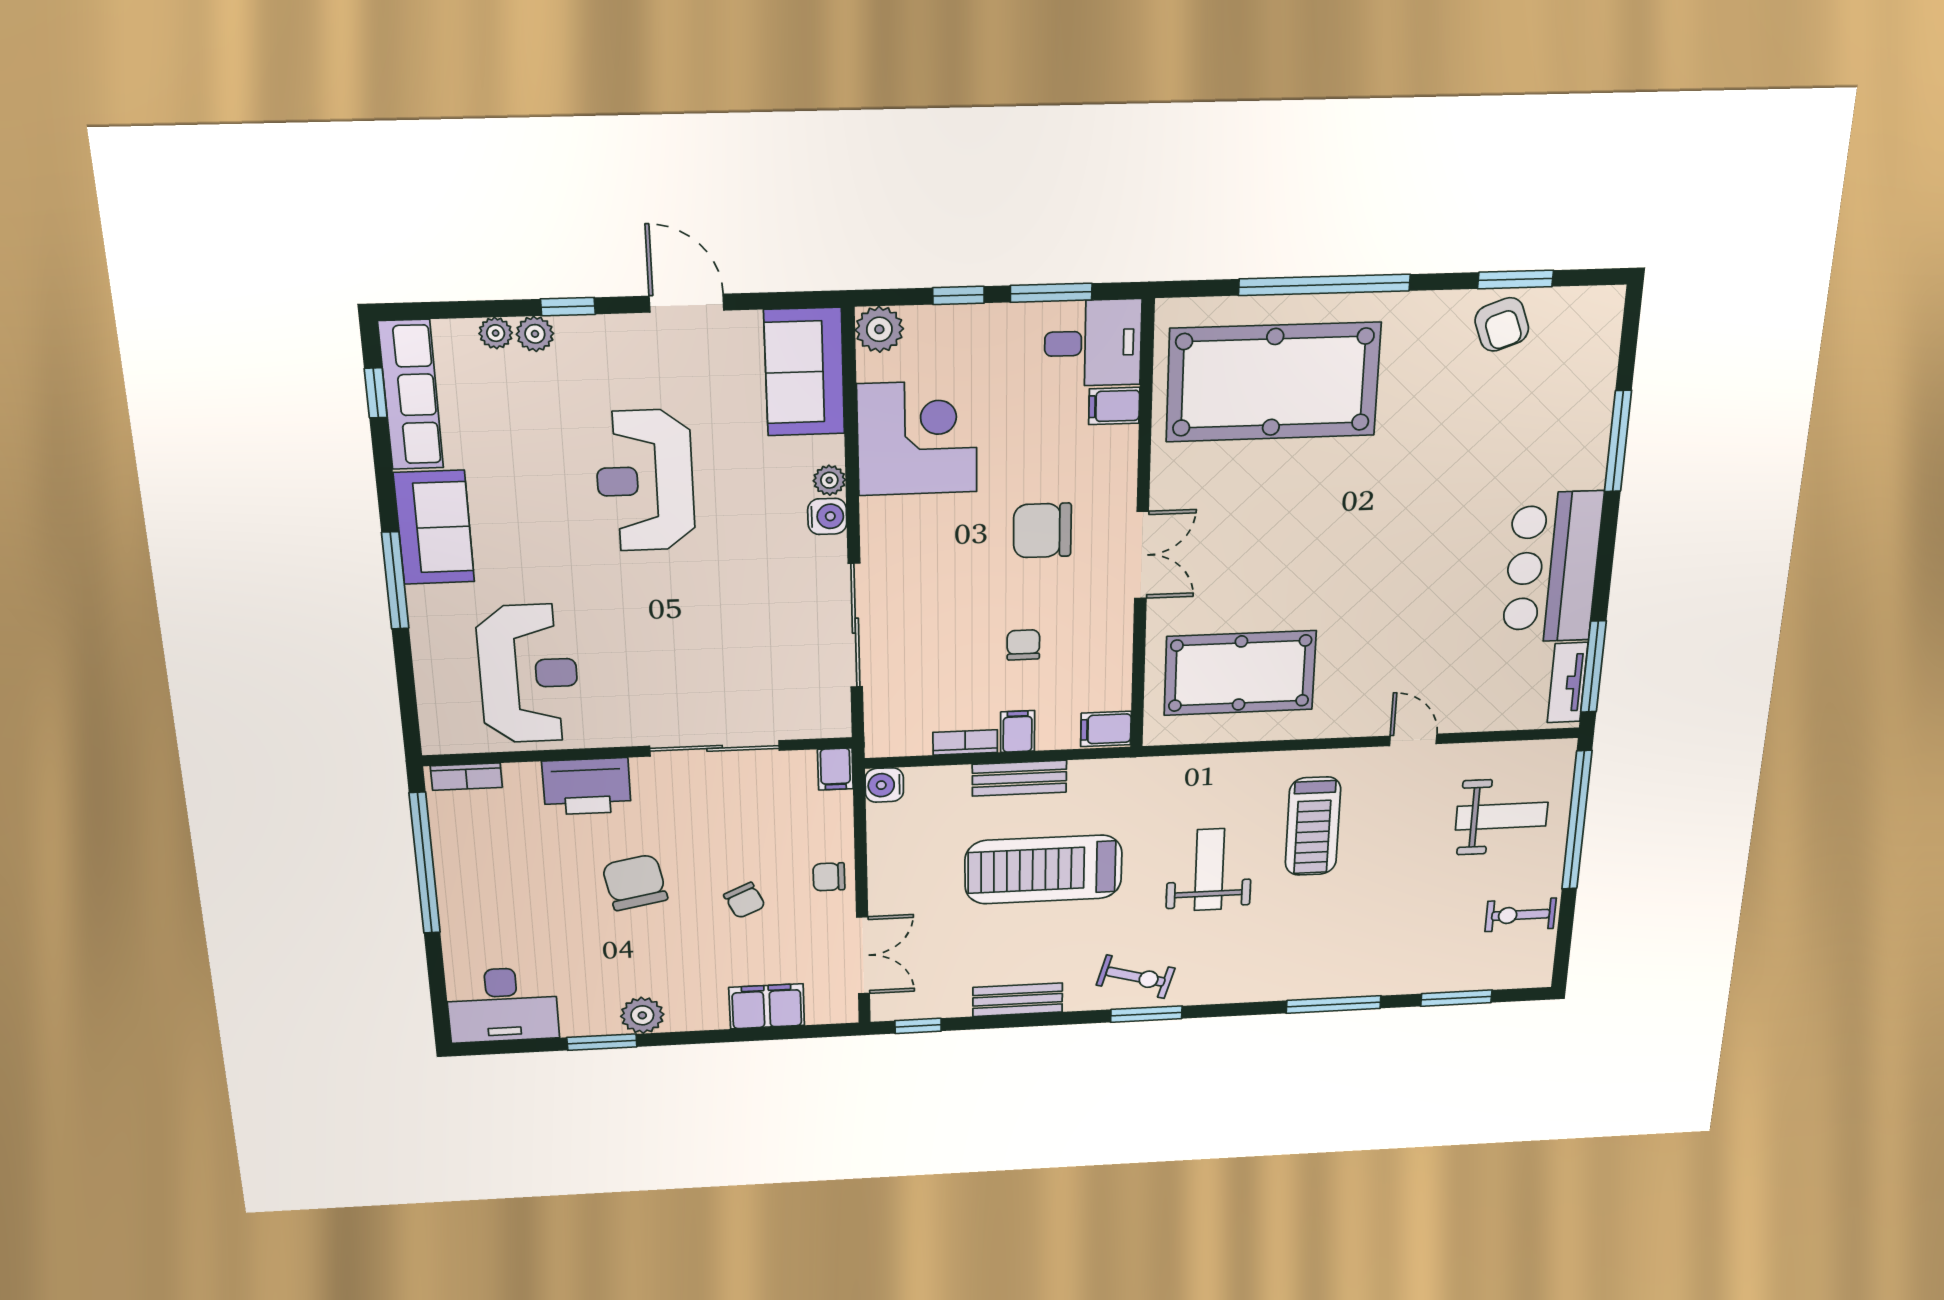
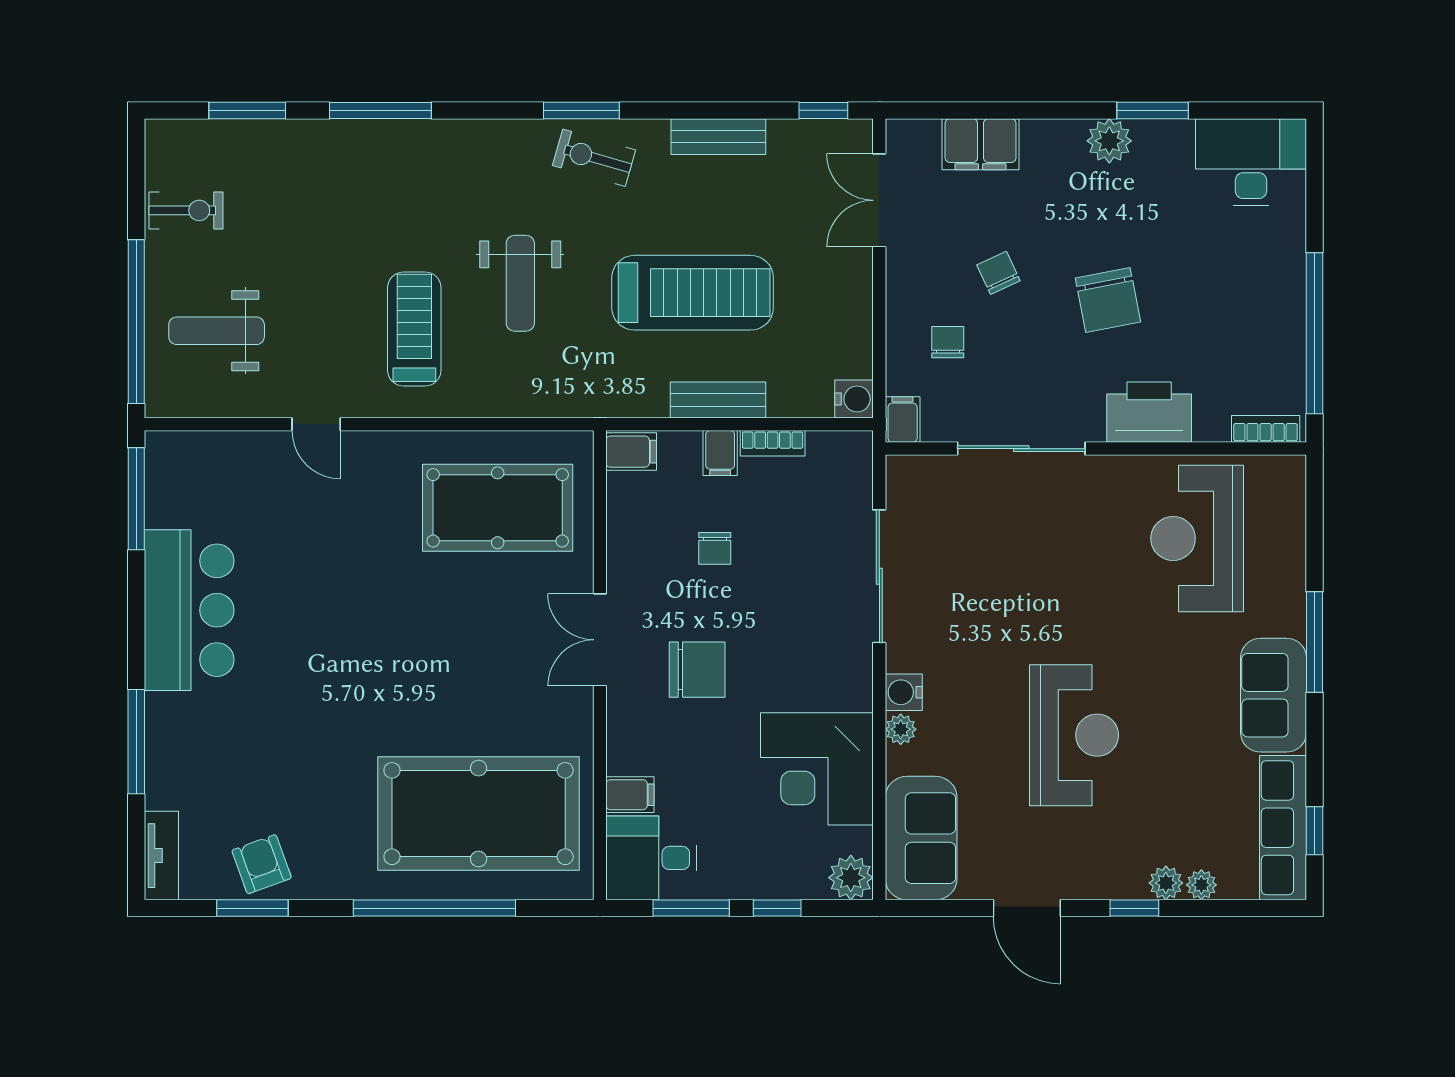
tv unit: (1568, 683) -> (161, 856), moved
chair: (829, 877) -> (948, 342), moved, turned -90

